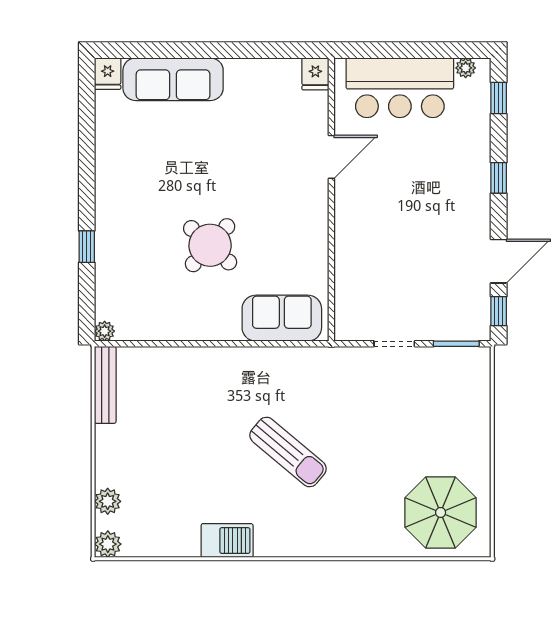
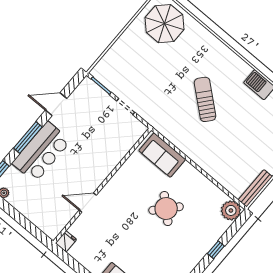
bar counter: (400, 88) -> (41, 152), moved, turned 90
window: (499, 178) -> (28, 138), width x2.17
window: (499, 311) -> (73, 84), removed
plant: (105, 331) -> (231, 210), width x1.88, depth x1.88

